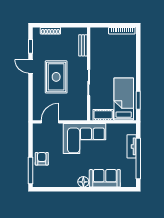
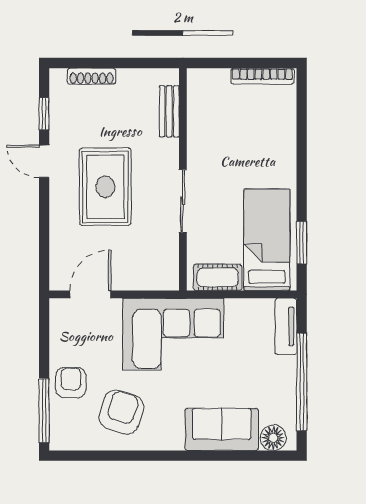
tv unit: (132, 146) -> (286, 326), moved
armchair: (63, 171) -> (121, 412), added
floor lamp: (83, 182) -> (273, 438), moved

